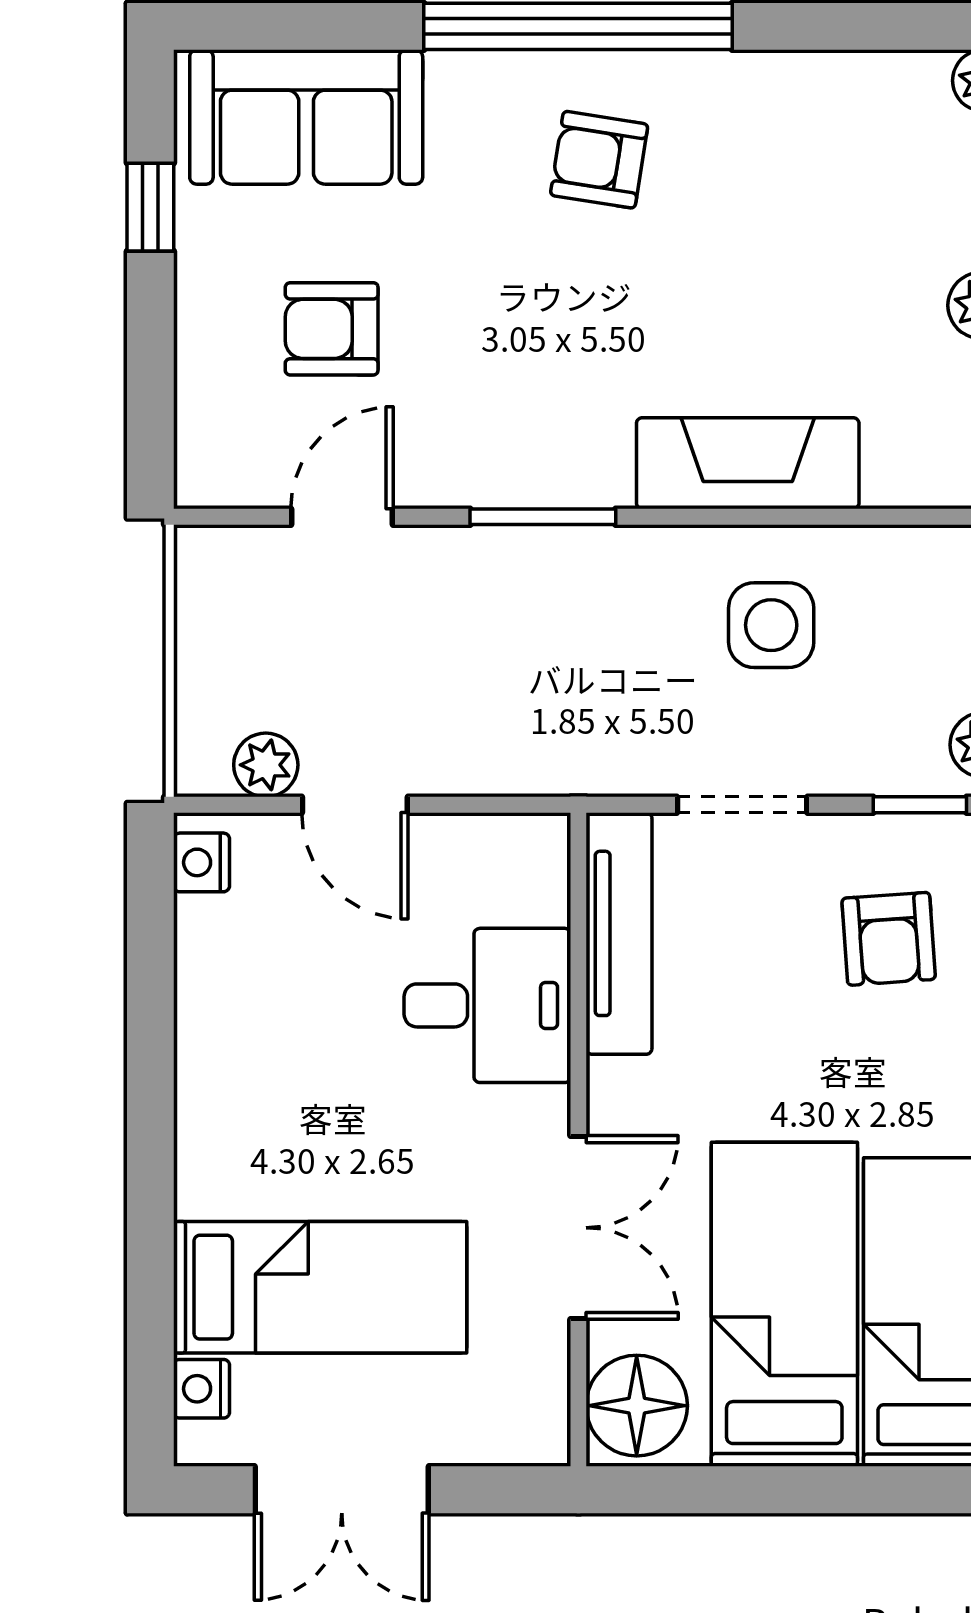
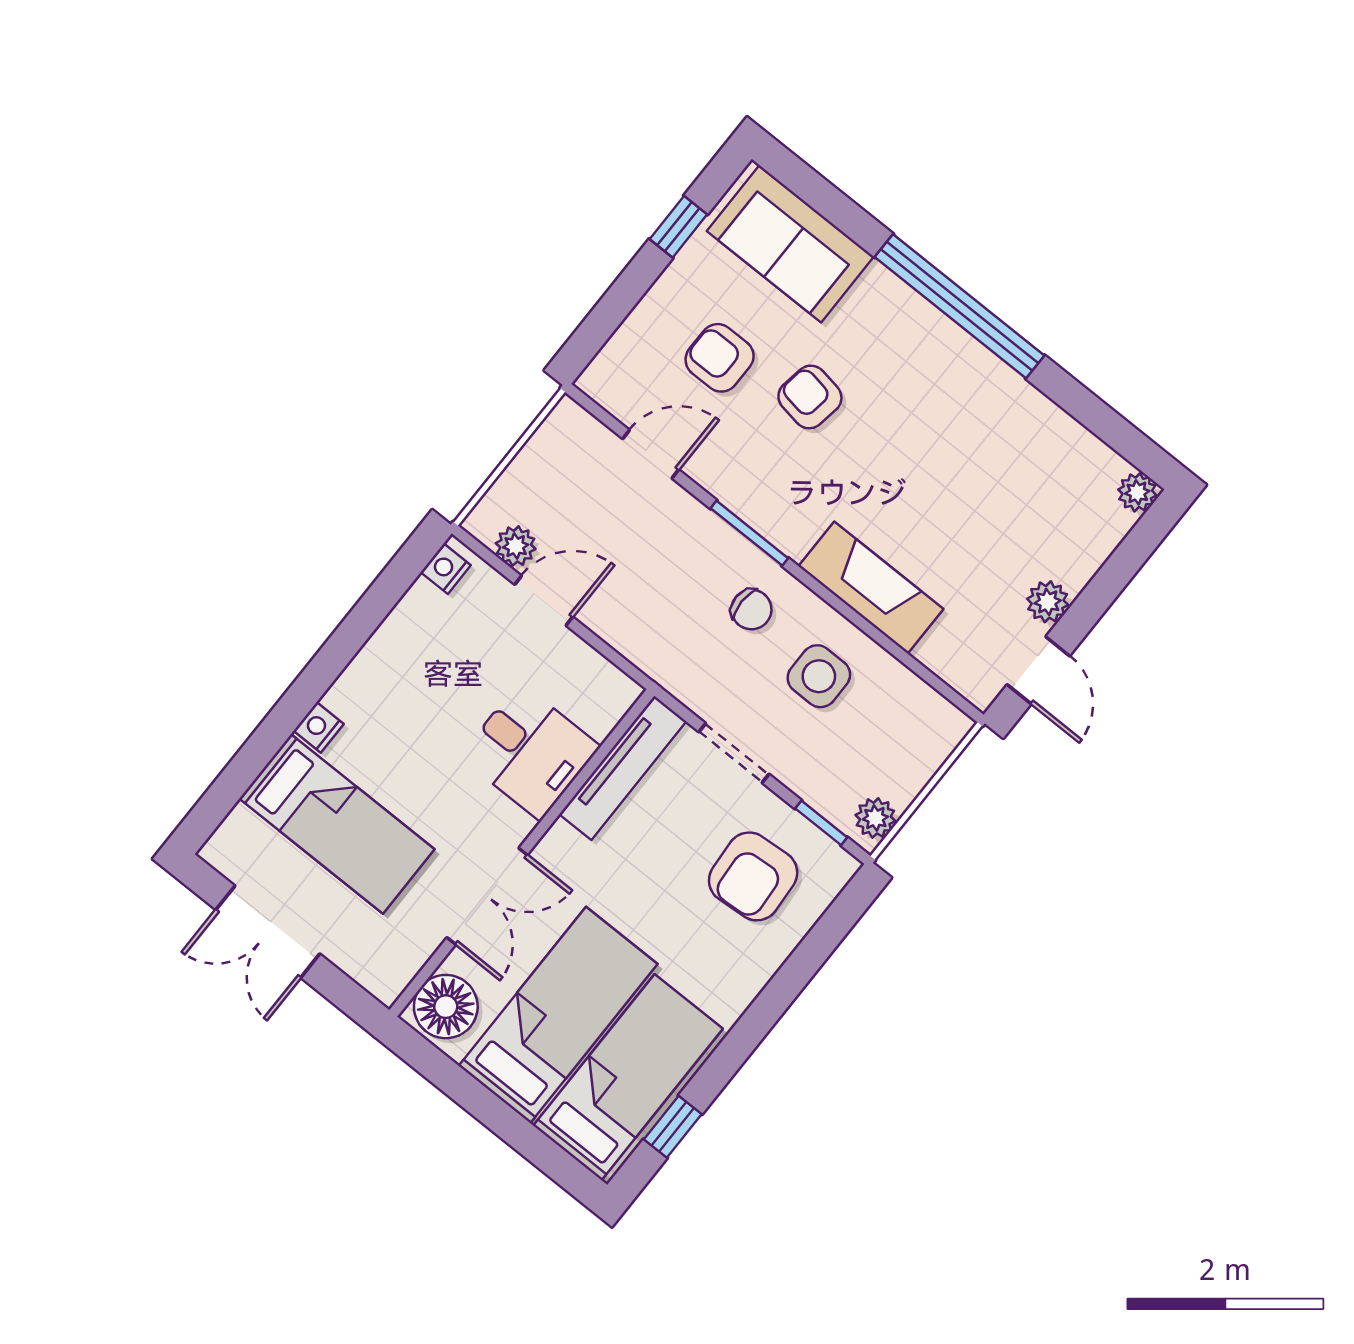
armchair: (599, 160) -> (810, 397), moved
chair: (621, 609) -> (751, 609), added
door: (355, 805) -> (544, 601), swing flipped
armchair: (889, 939) -> (753, 876), width x1.38, depth x1.38
nightstand: (202, 1389) -> (319, 727), moved

